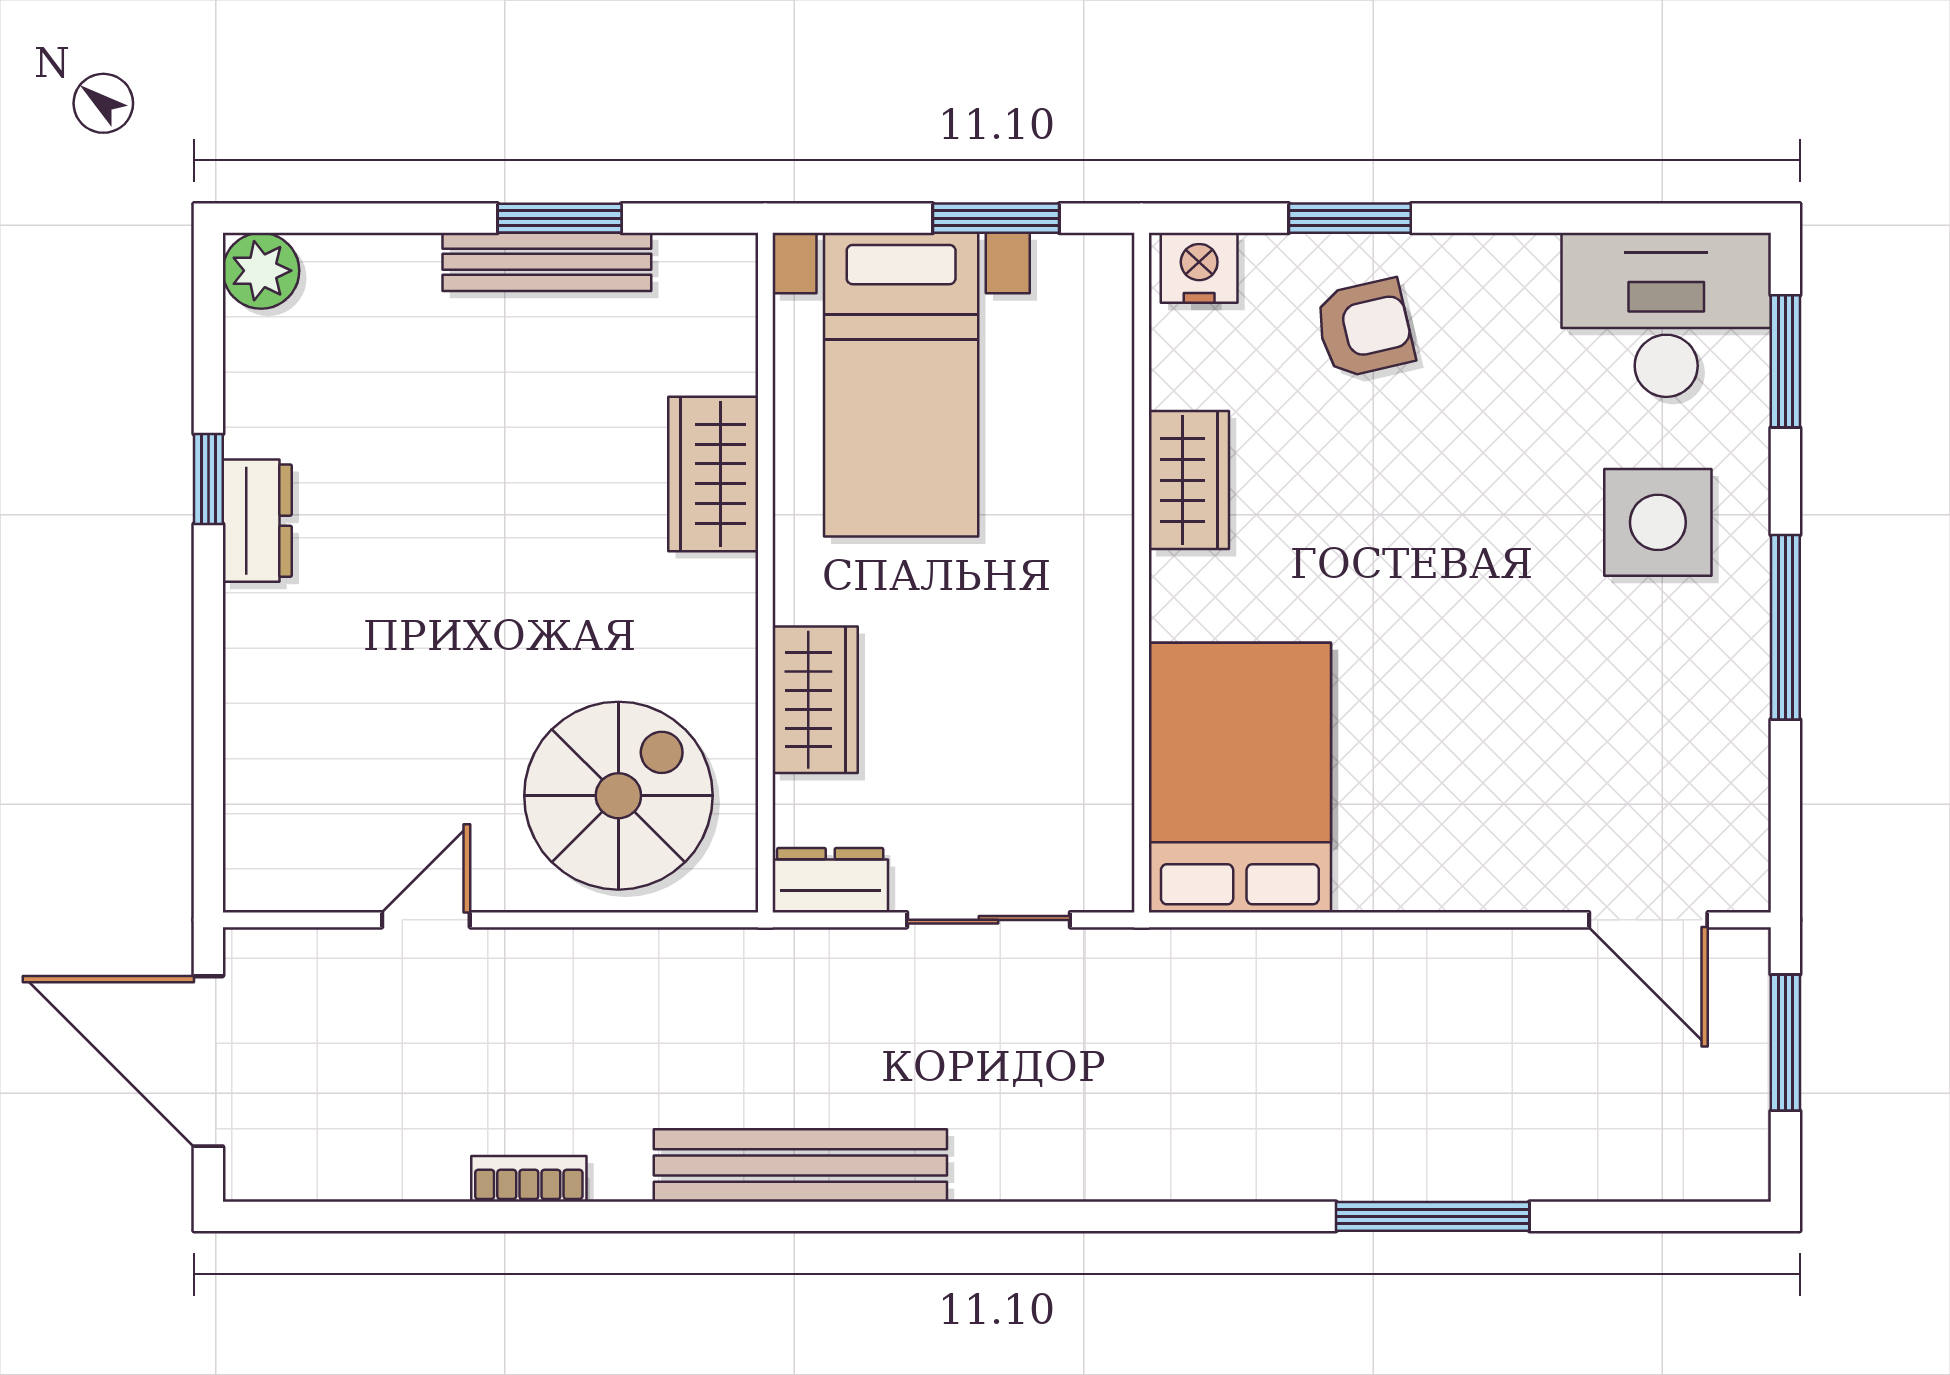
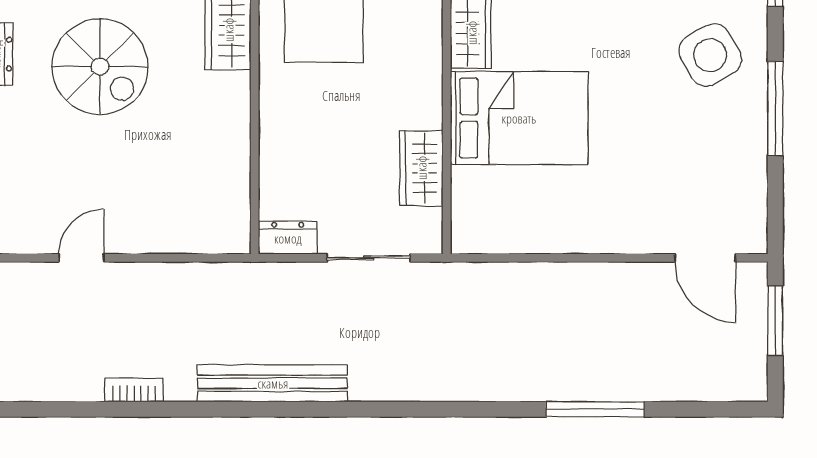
side table: (1658, 522) -> (710, 55), turned -30
wardrobe: (815, 700) -> (421, 168), moved, turned 180
bed: (1240, 778) -> (519, 118), moved, turned 90
spiral stairs: (618, 796) -> (100, 67), moved, turned 90

